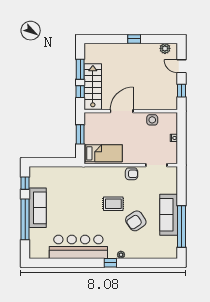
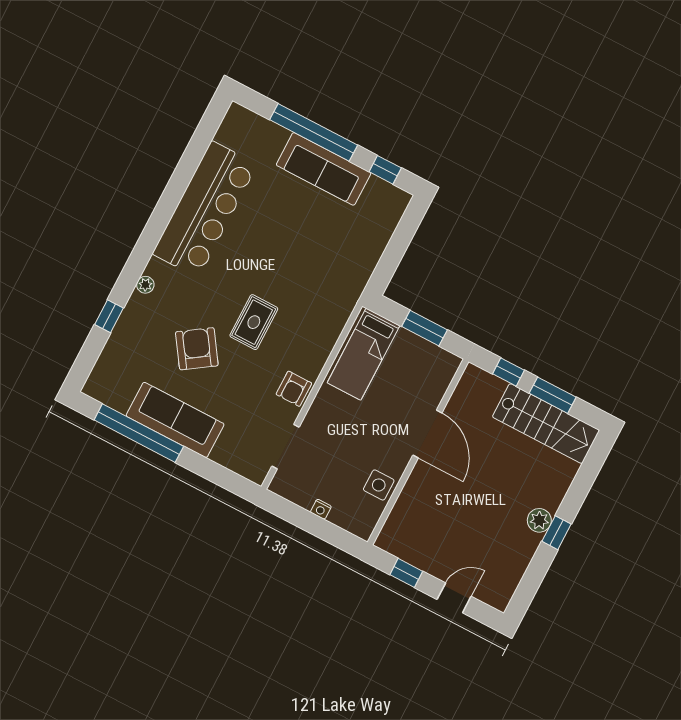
plant: (165, 48) -> (539, 520), moved
stairs: (93, 86) -> (546, 424), moved
window: (110, 263) -> (109, 316), moved

